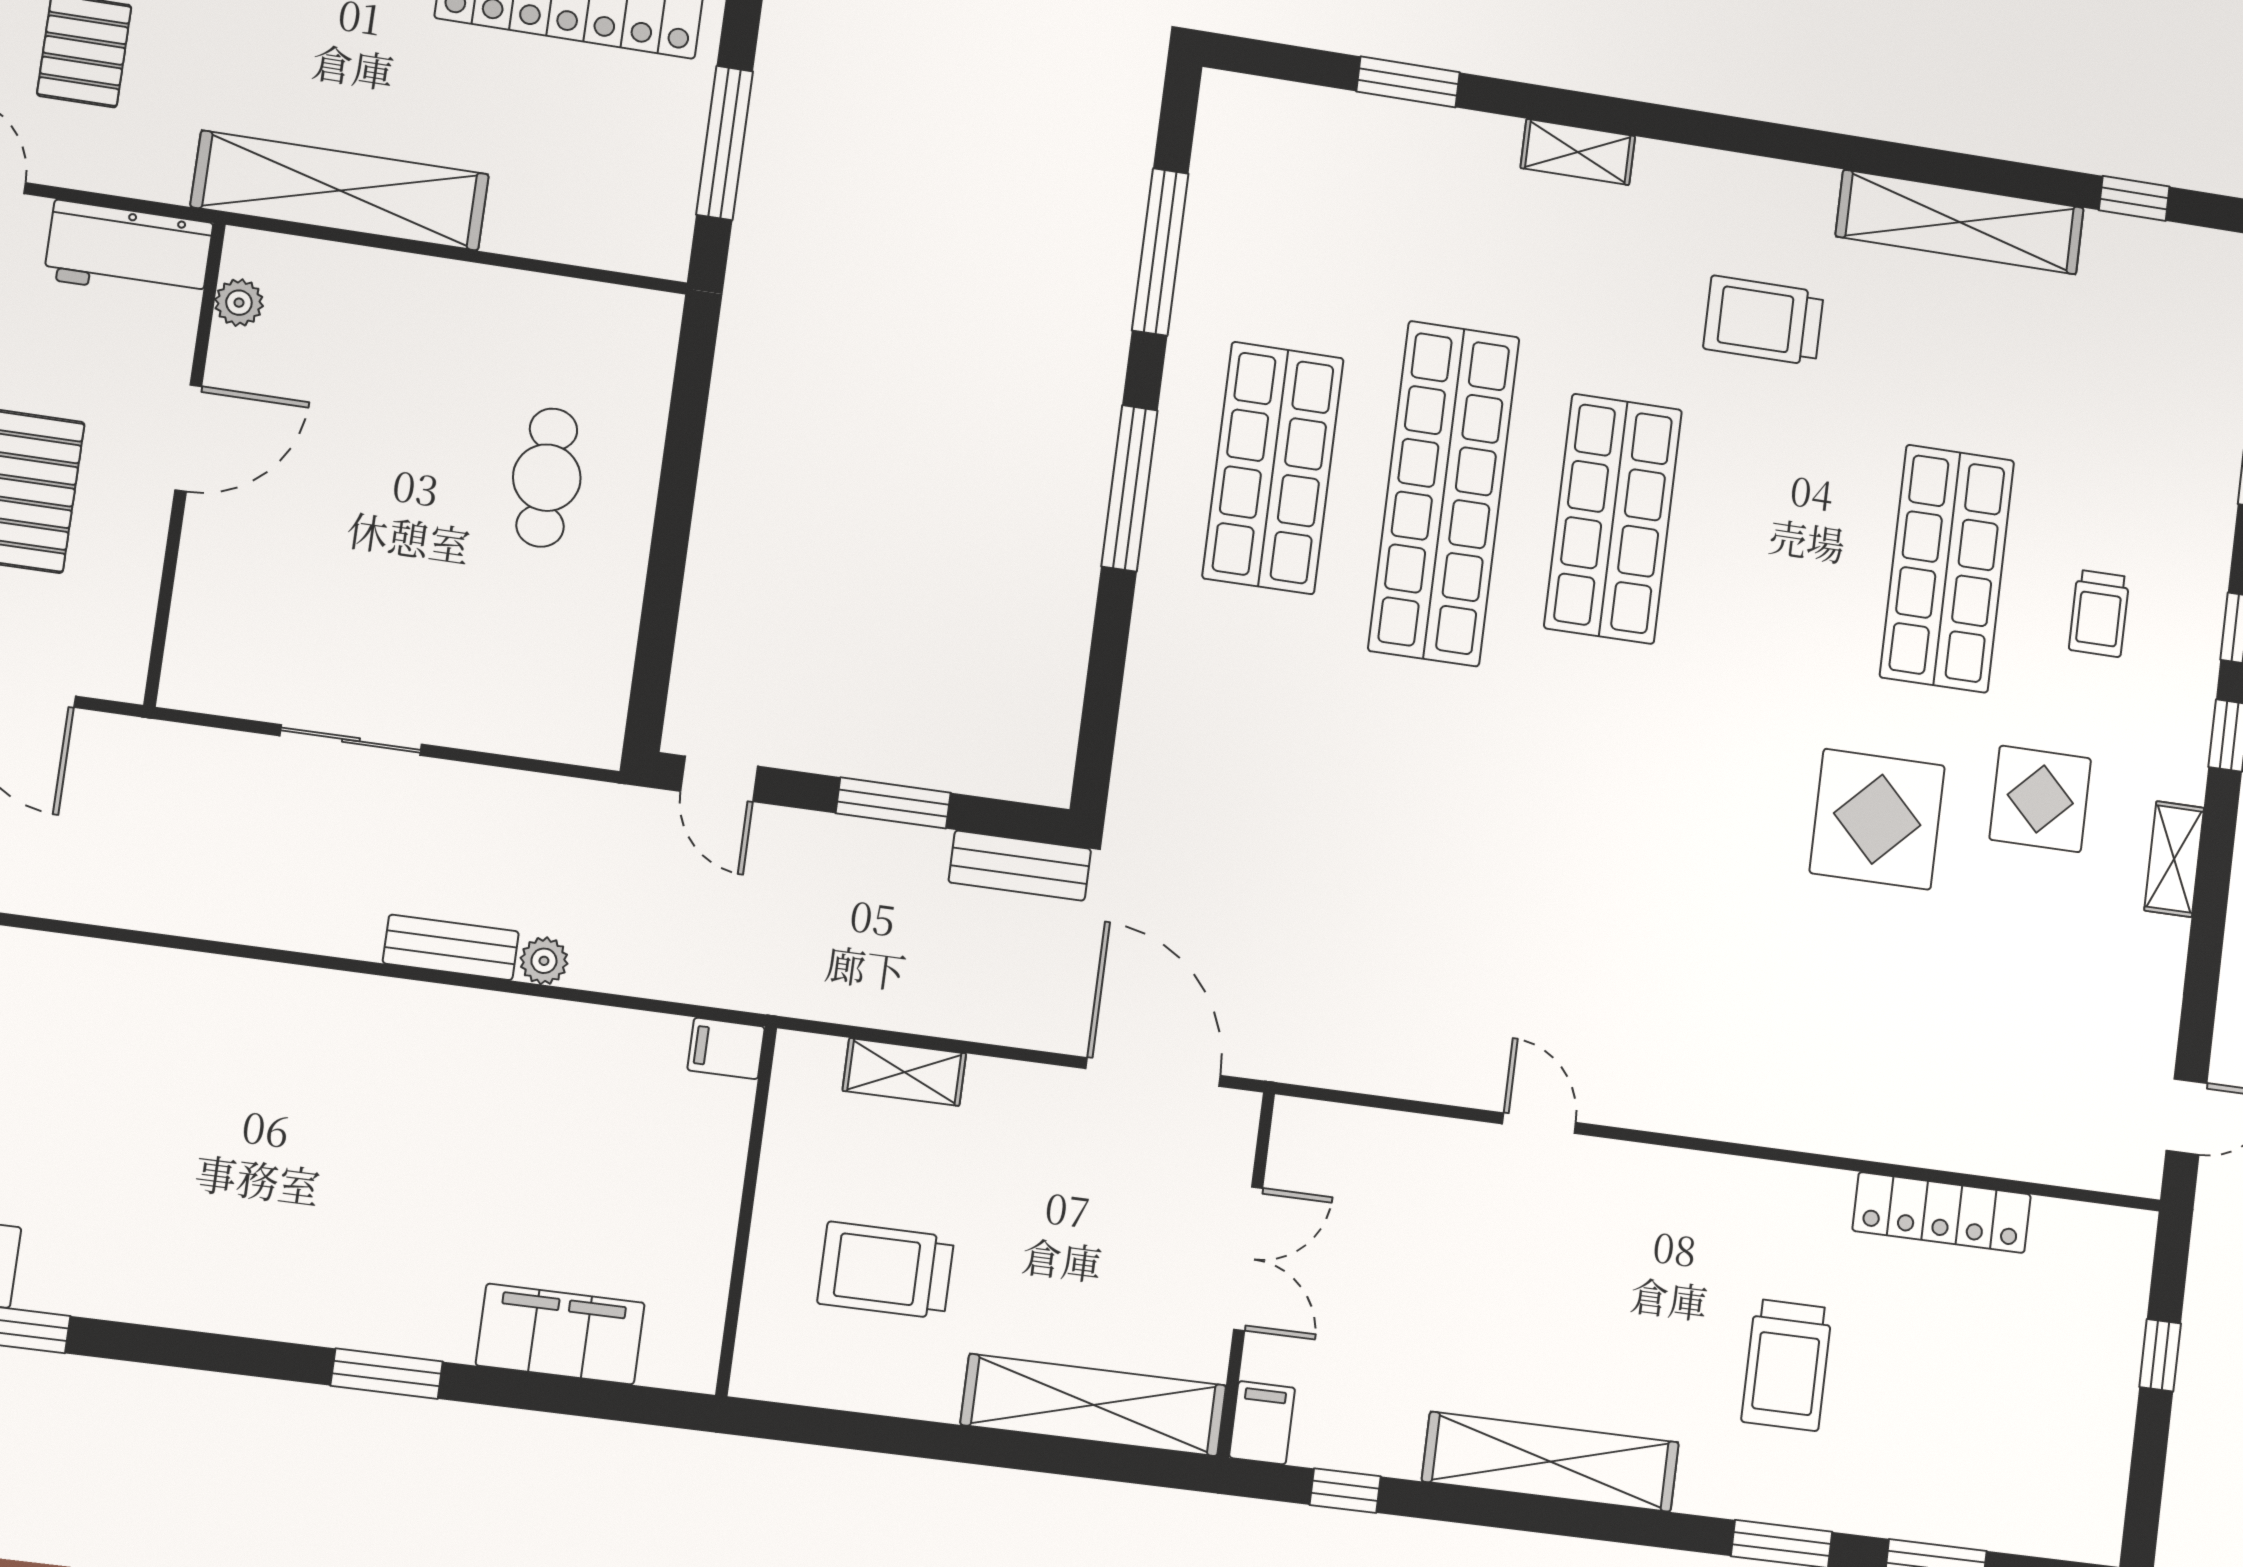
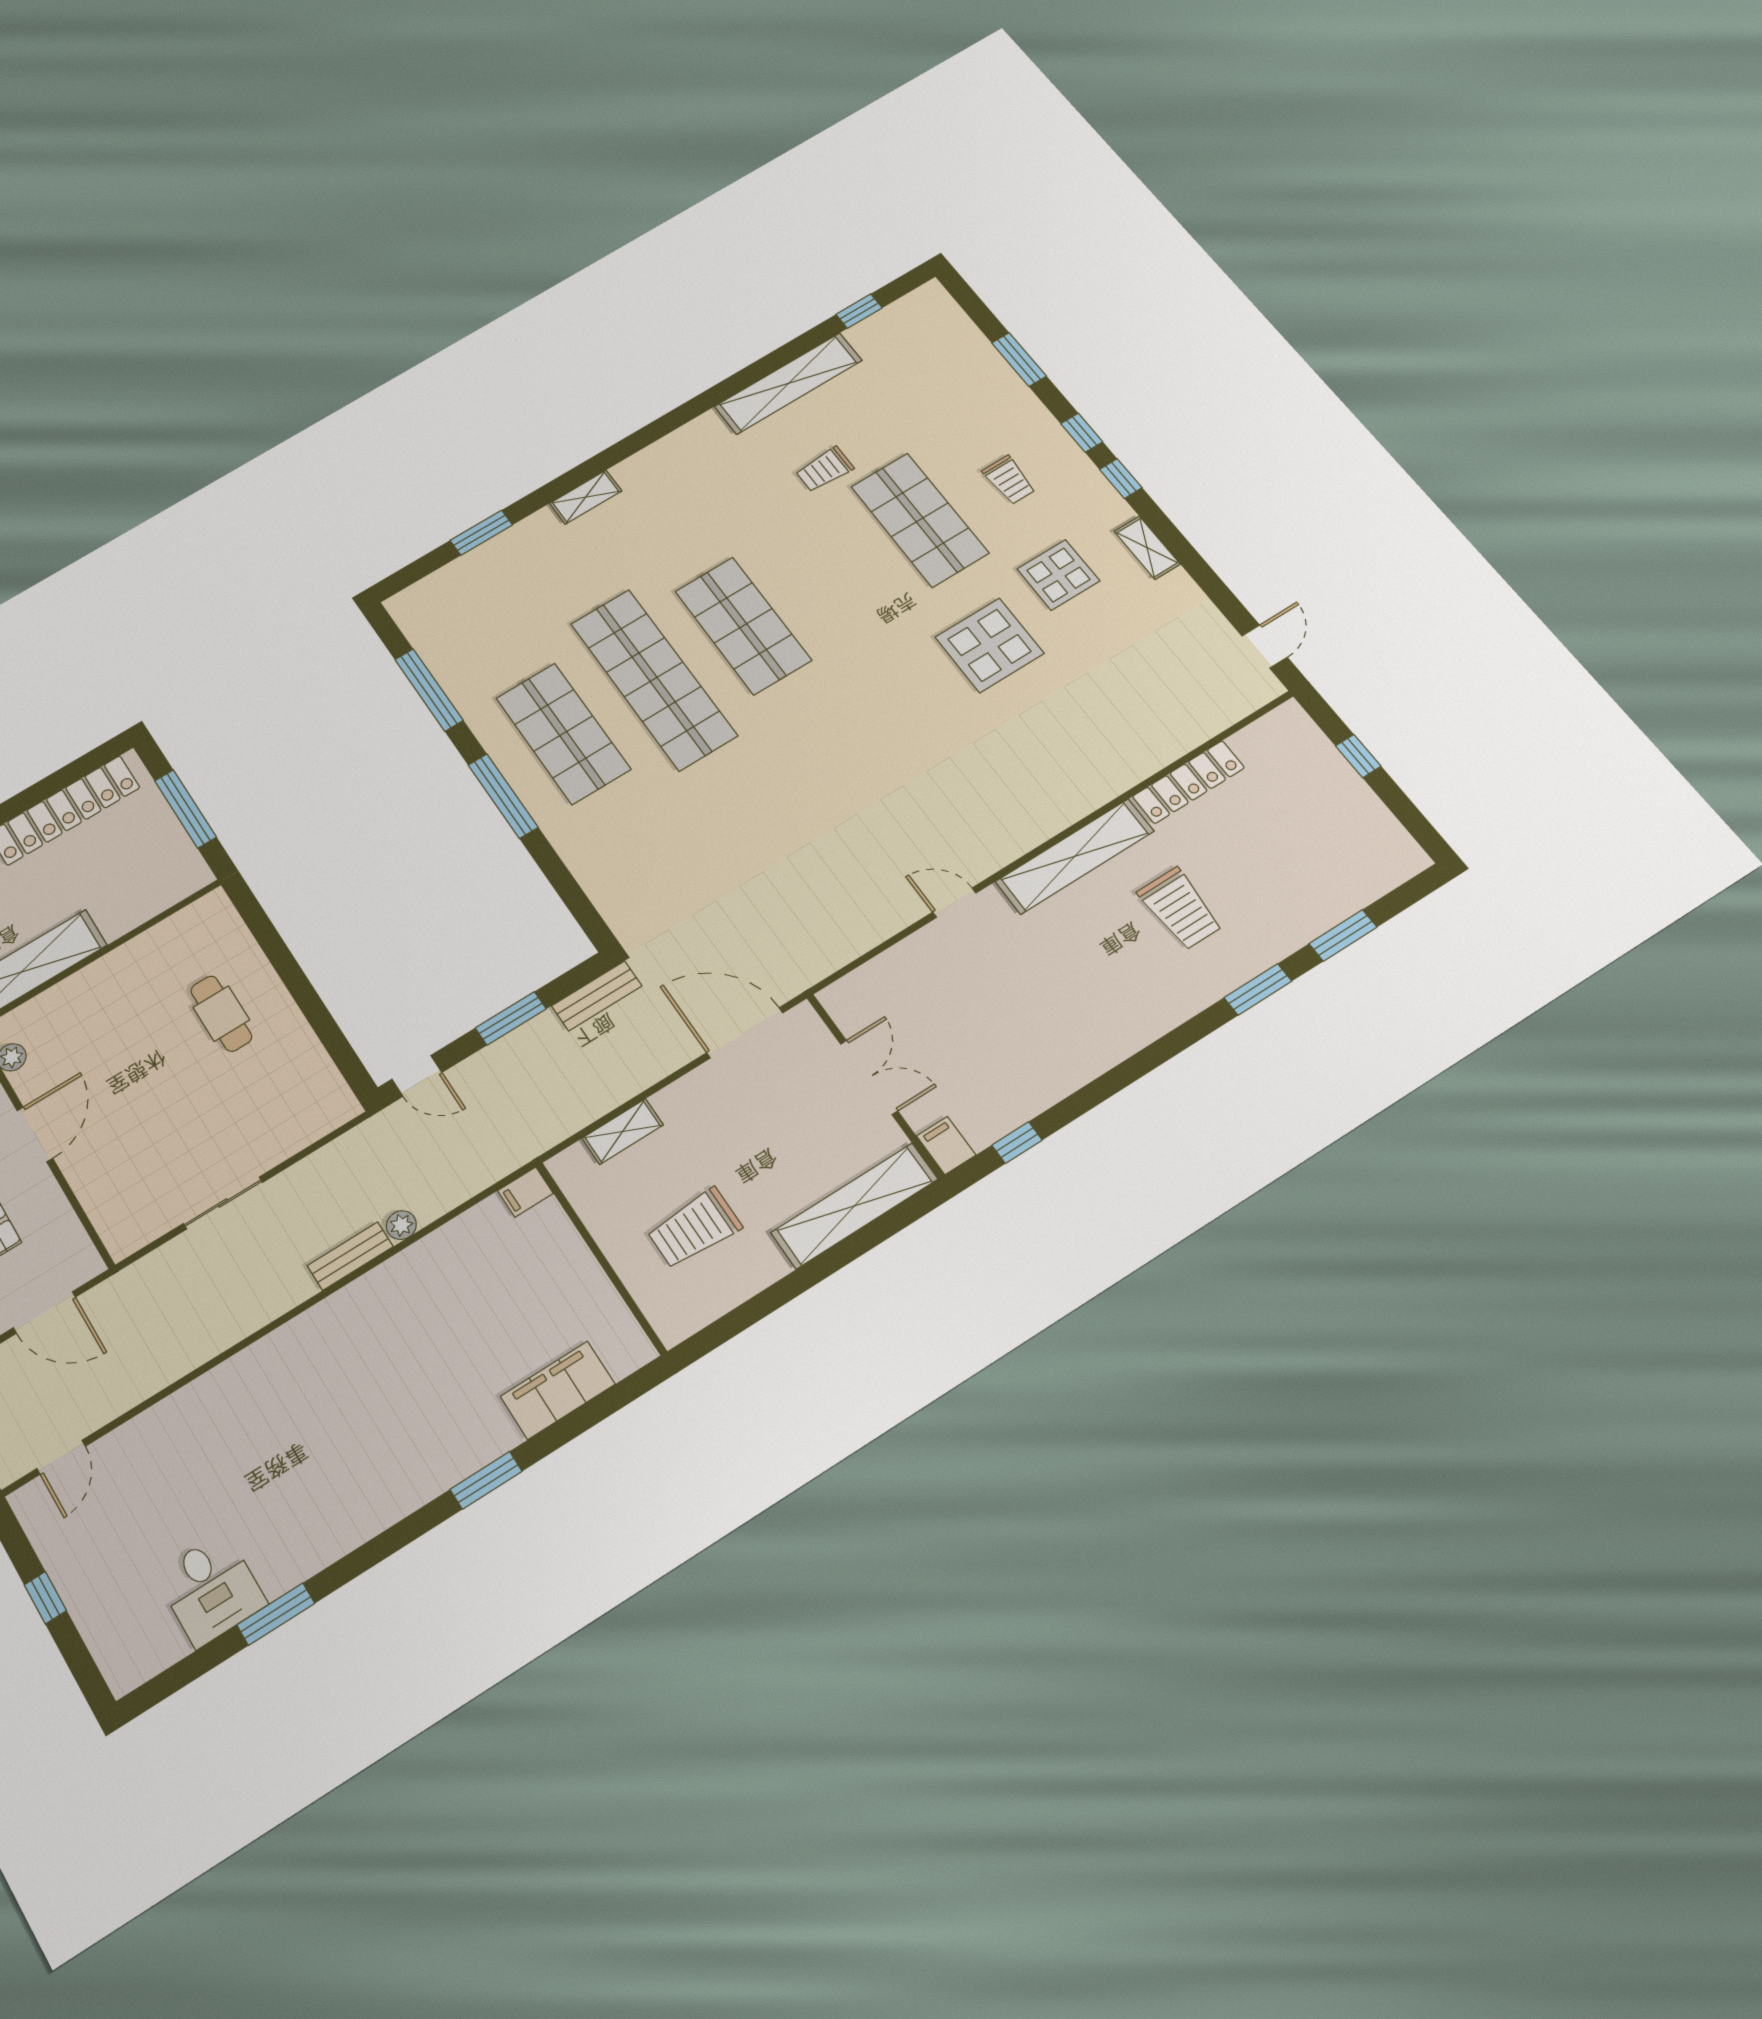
trolley: (1763, 321) -> (825, 469), moved, width x0.73, depth x0.72
shelving: (1551, 1462) -> (1075, 856), moved

